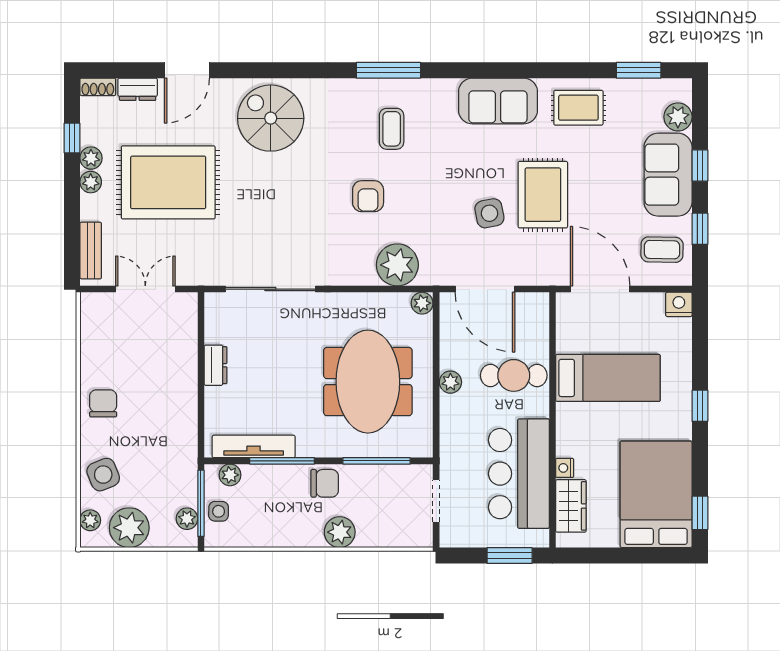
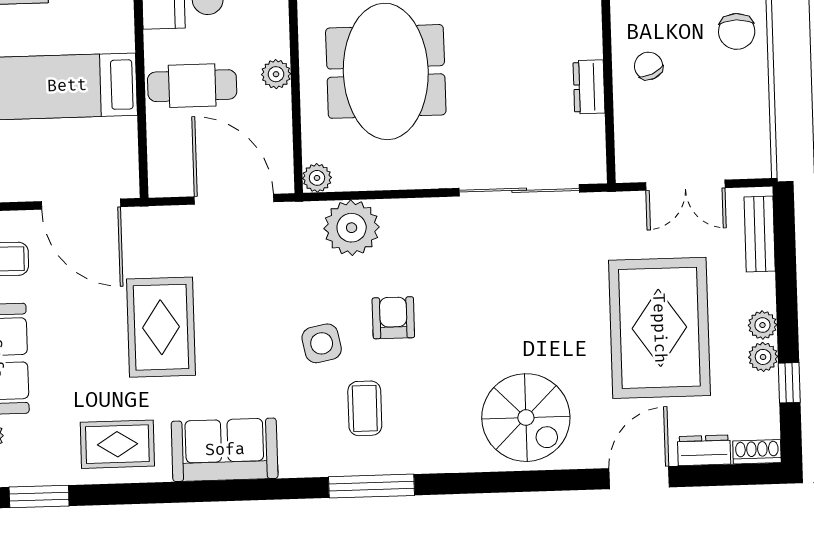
rug: (168, 182) -> (659, 328), turned 90
side table: (489, 213) -> (322, 343), moved
chair: (170, 379) -> (649, 66), added

